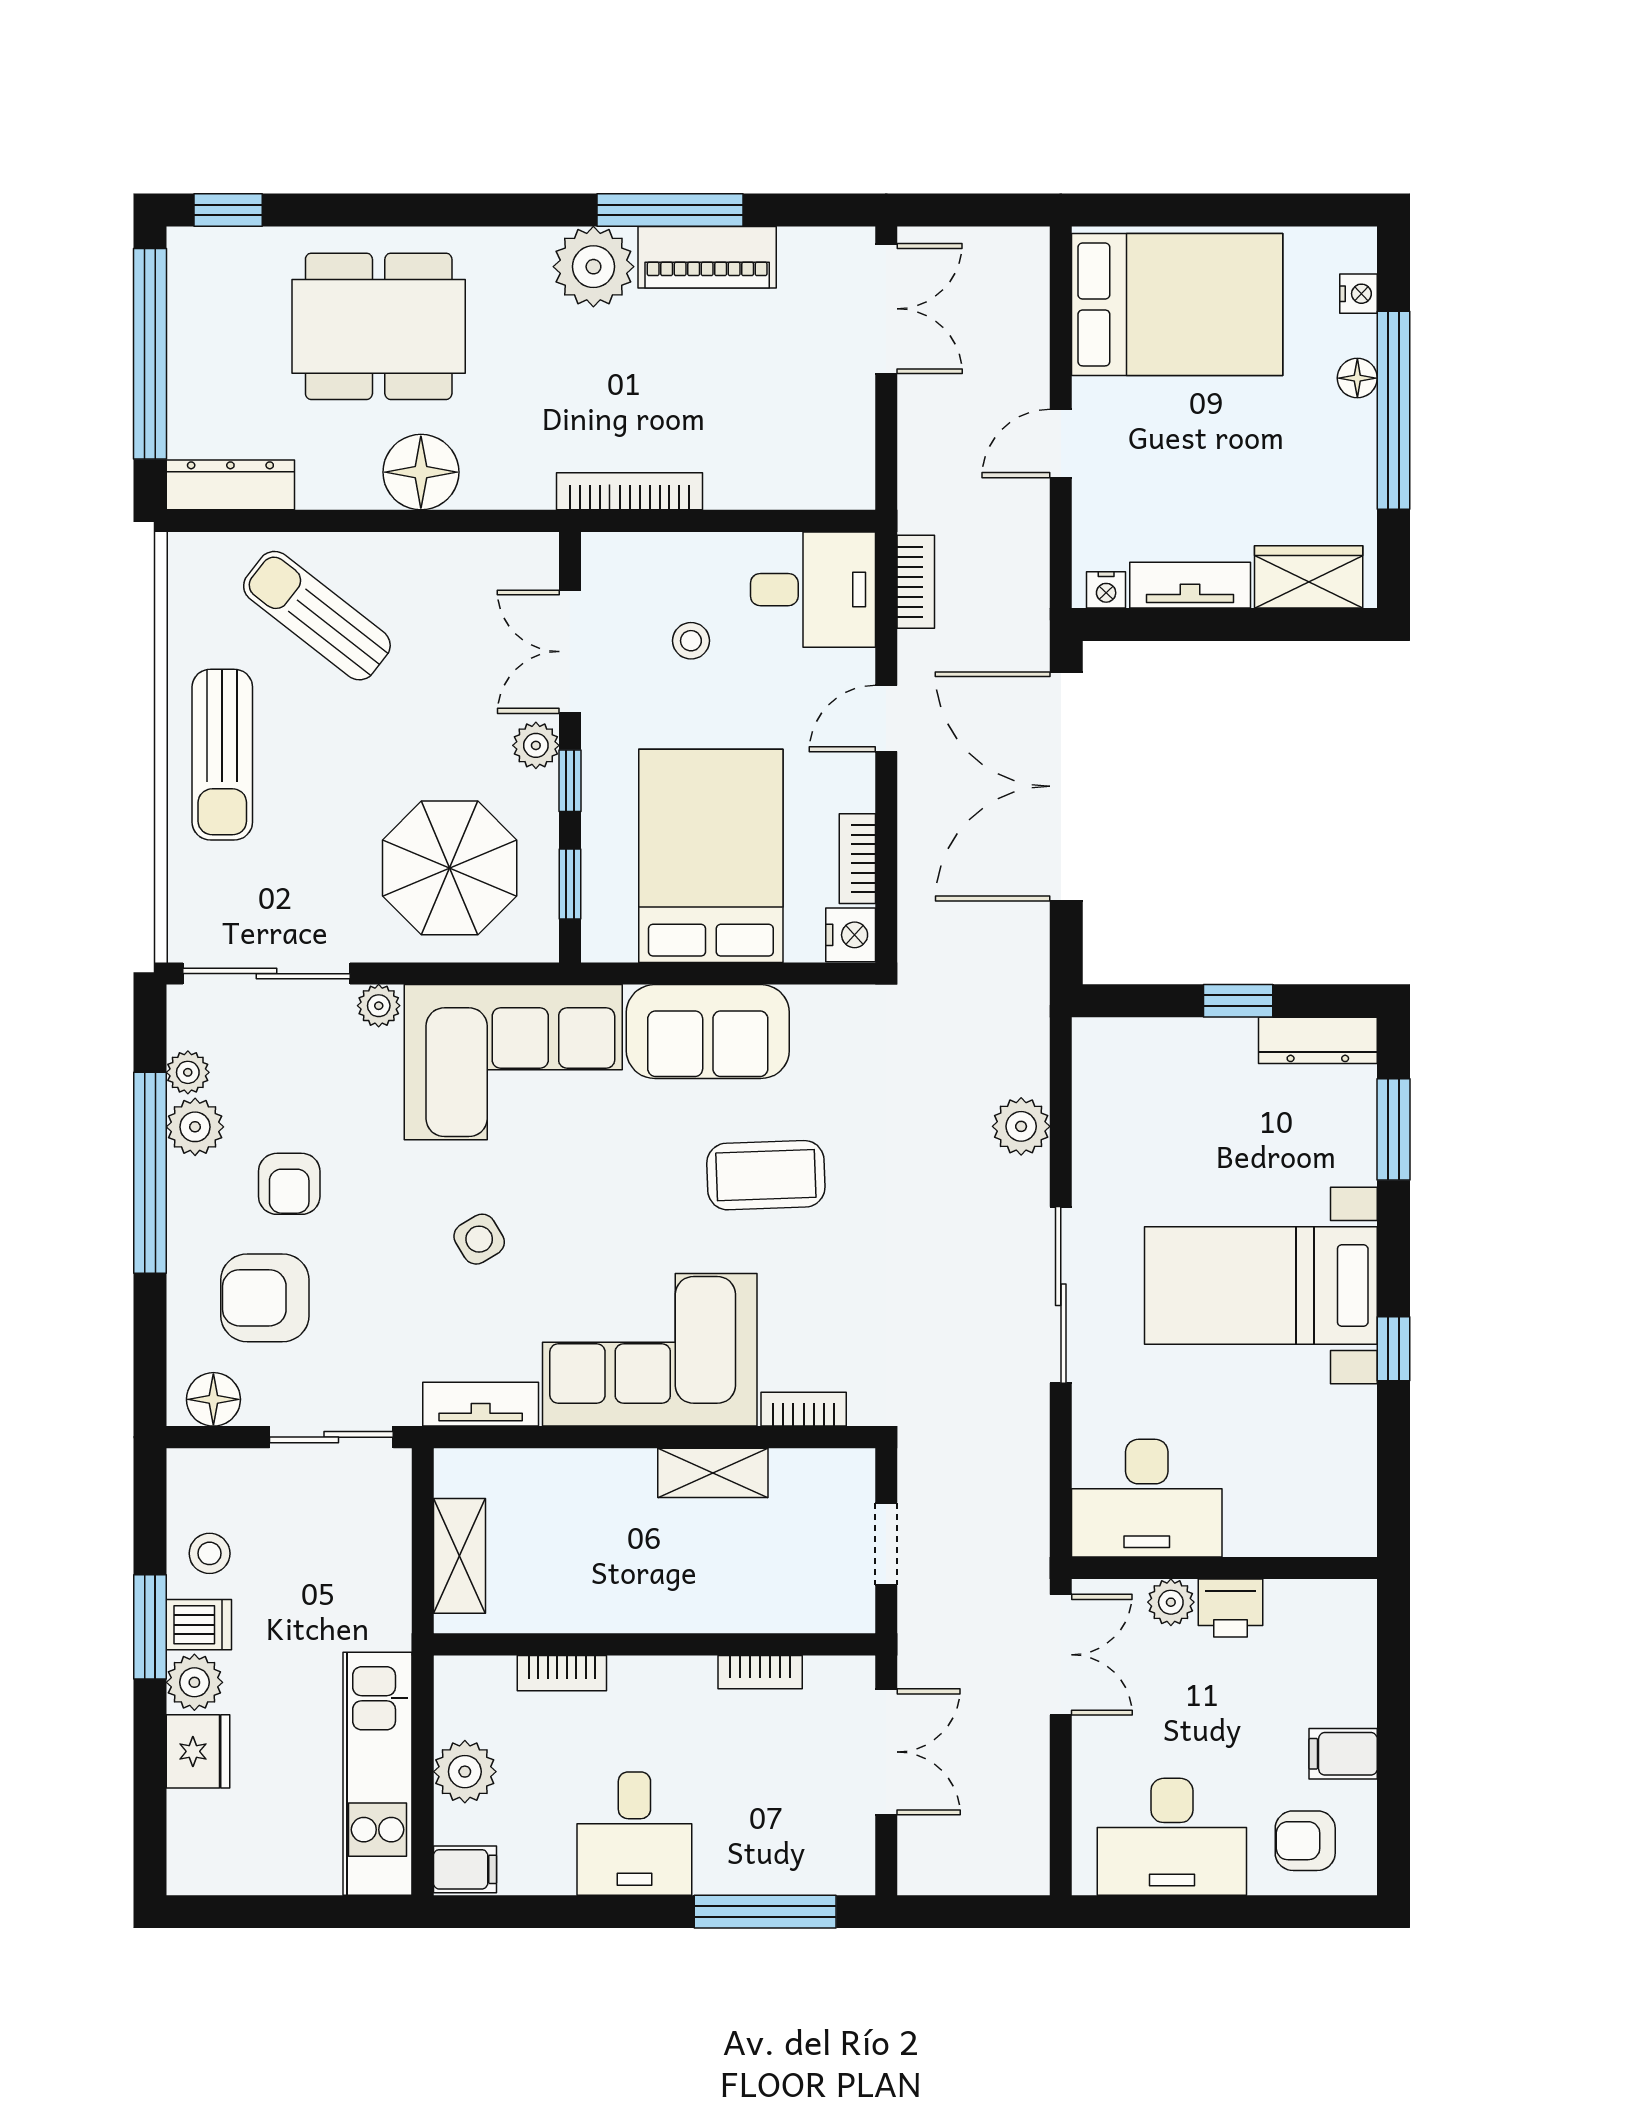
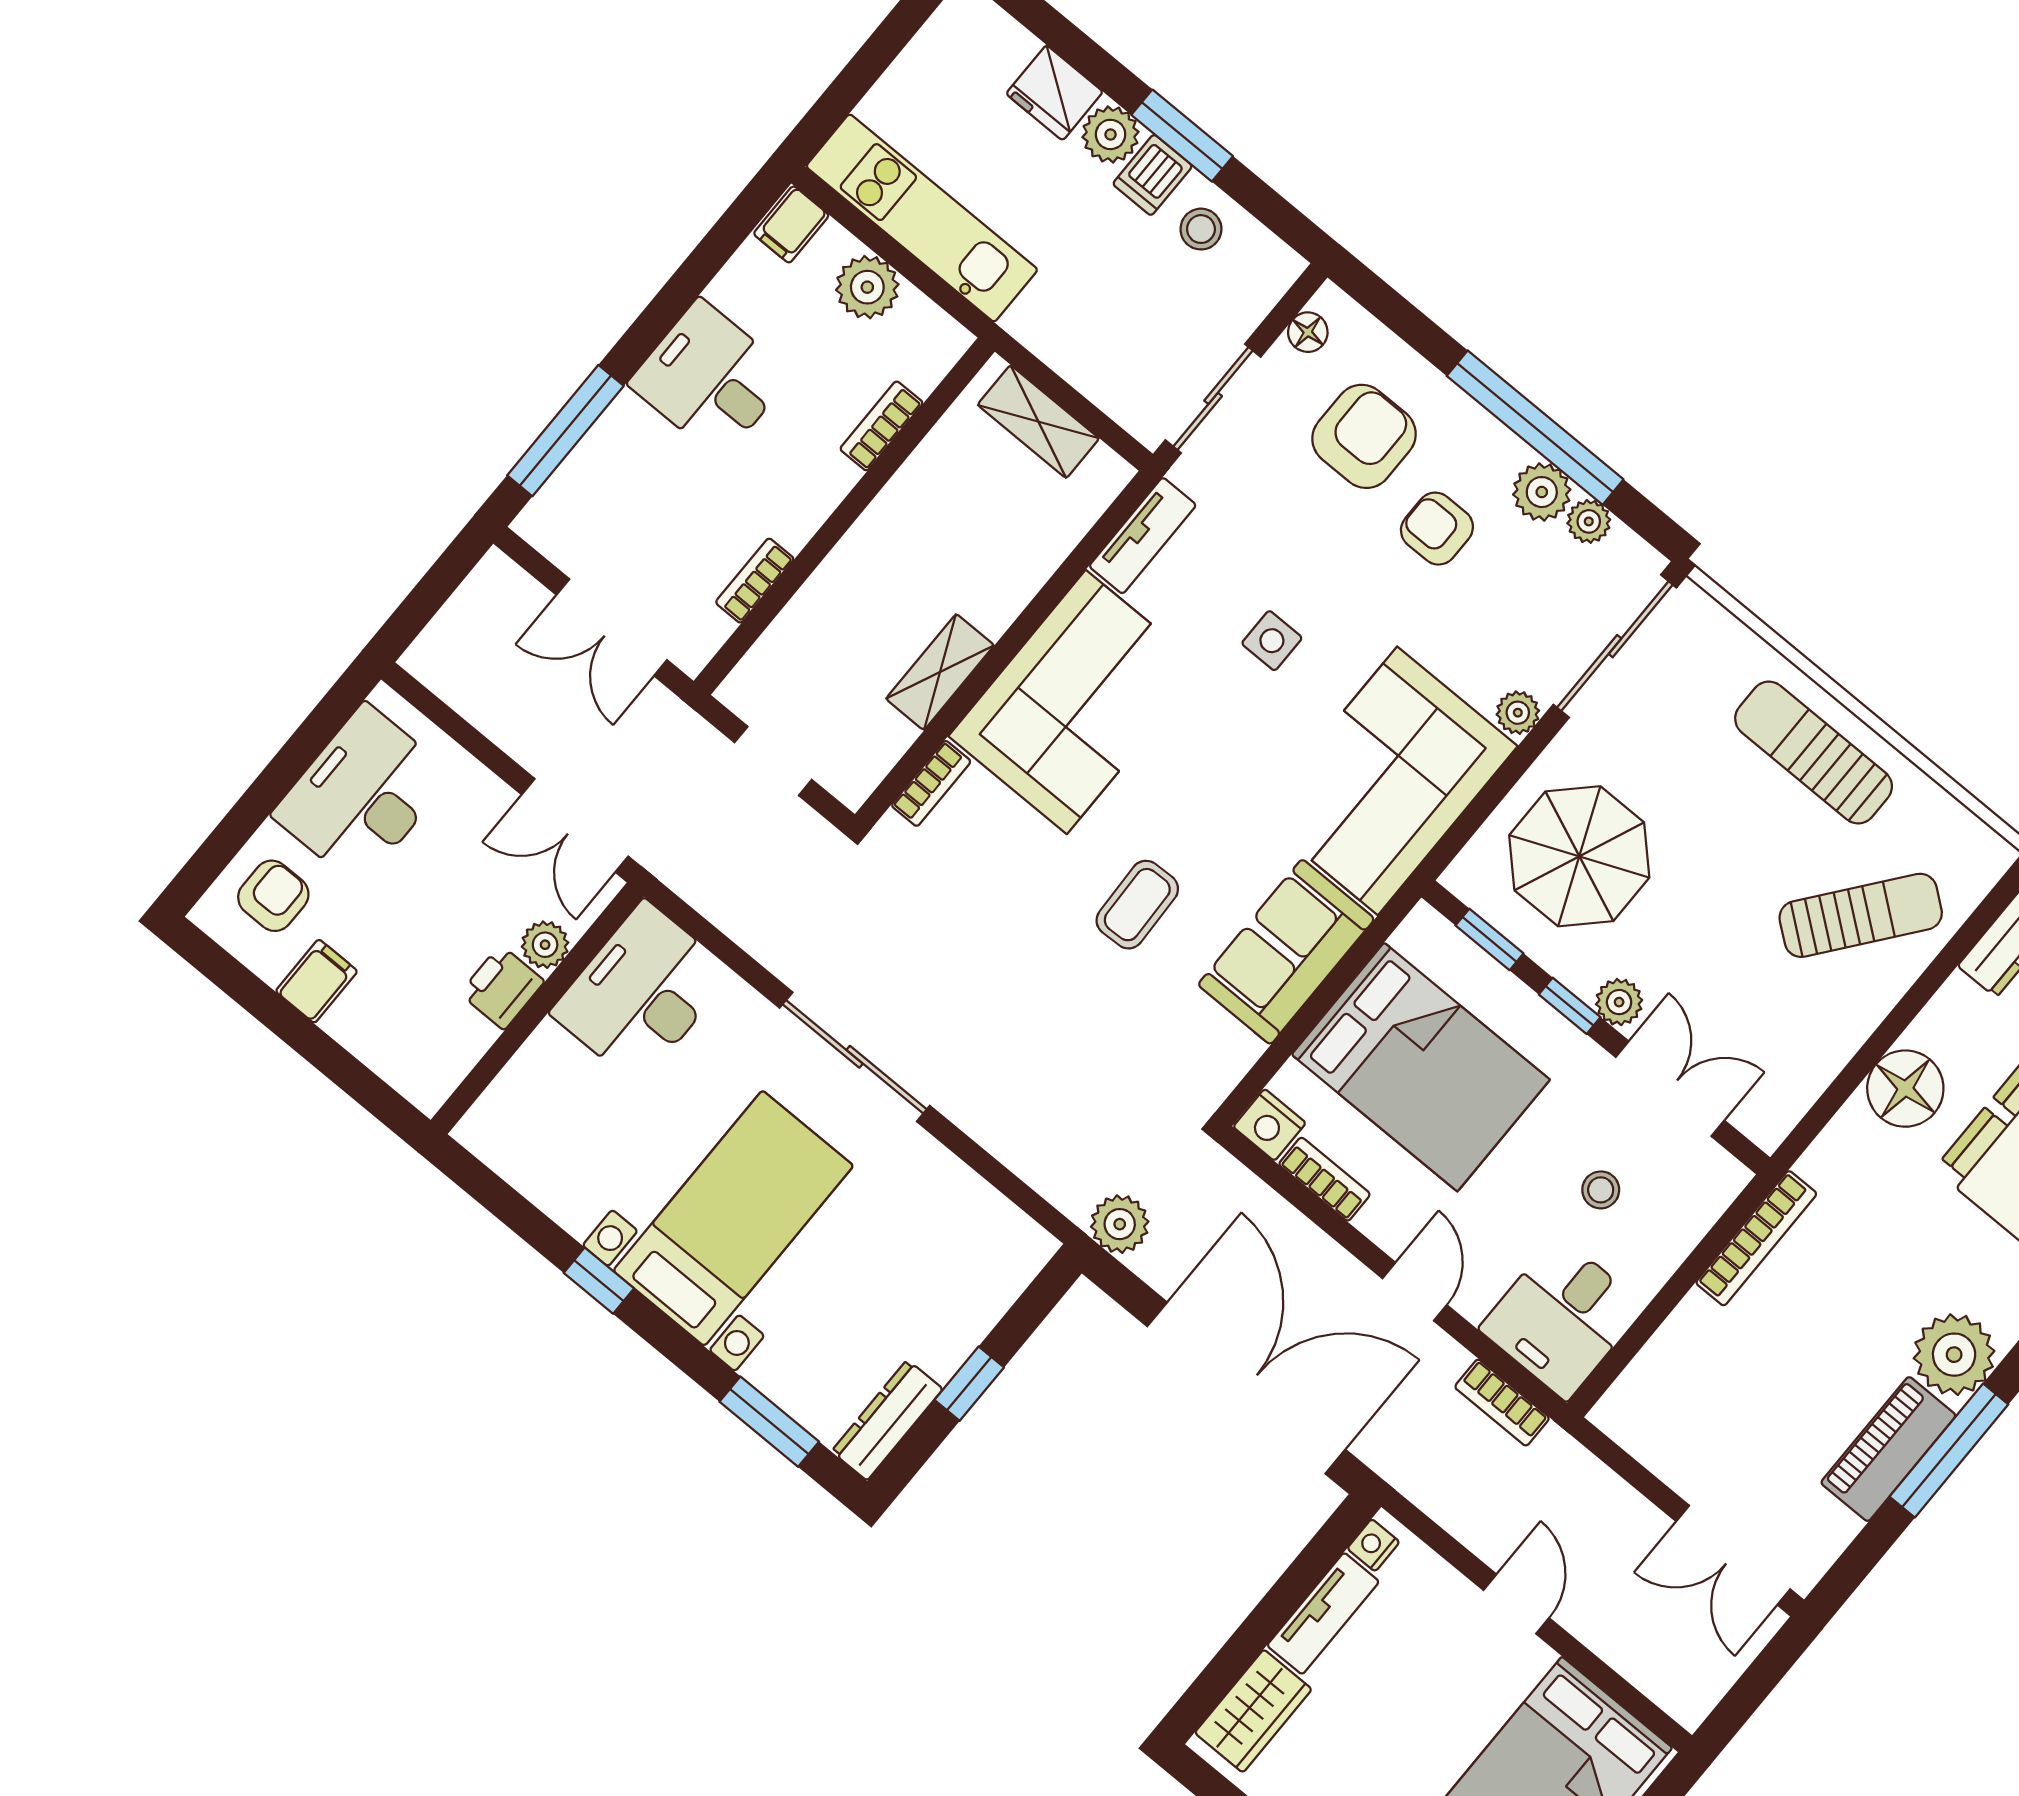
plant: (1021, 1126) -> (1120, 1224), moved
coffee table: (766, 1175) -> (1137, 905), width x0.73, depth x0.77
side table: (479, 1239) -> (1272, 641), turned 31
floor lamp: (213, 1399) -> (1308, 332), width x0.73, depth x0.73

